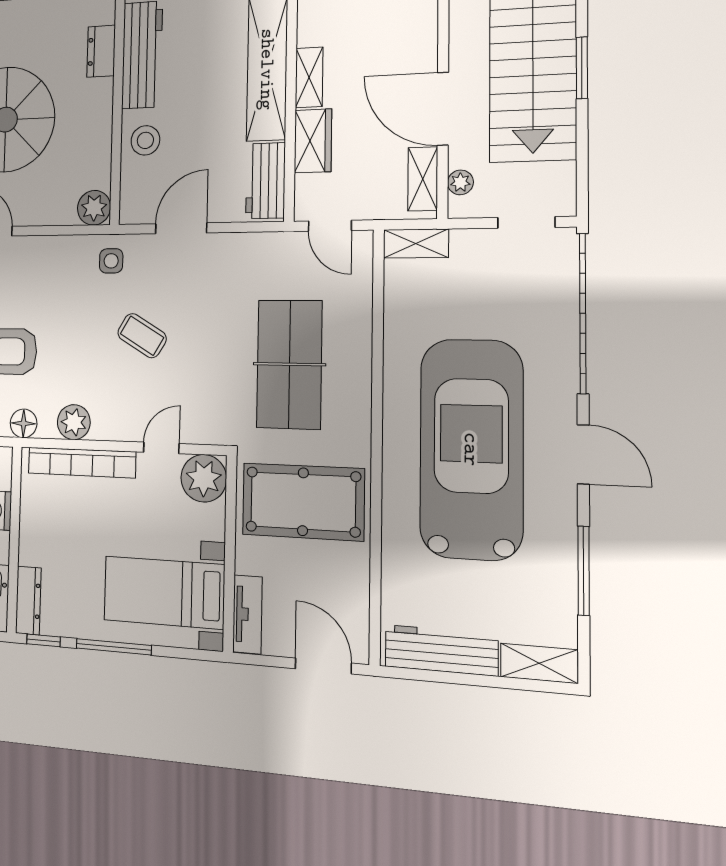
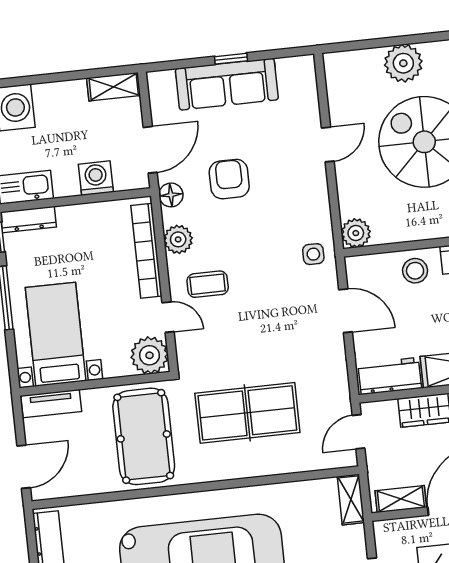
plant: (460, 182) -> (400, 527), removed
coffee table: (142, 336) -> (208, 284), moved, turned 59

